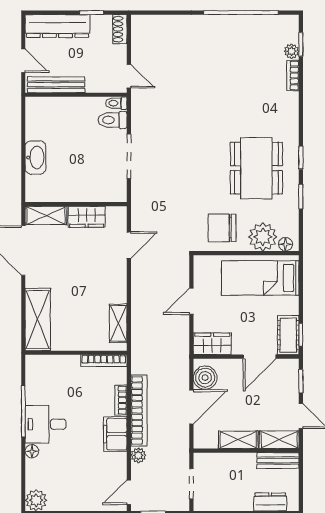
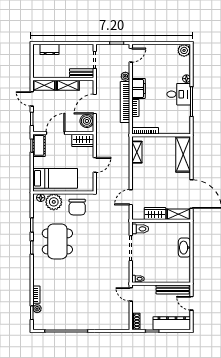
toilet: (112, 120) -> (140, 229), moved
chair: (222, 228) -> (77, 207), turned 90
bench: (278, 461) -> (82, 73), moved

